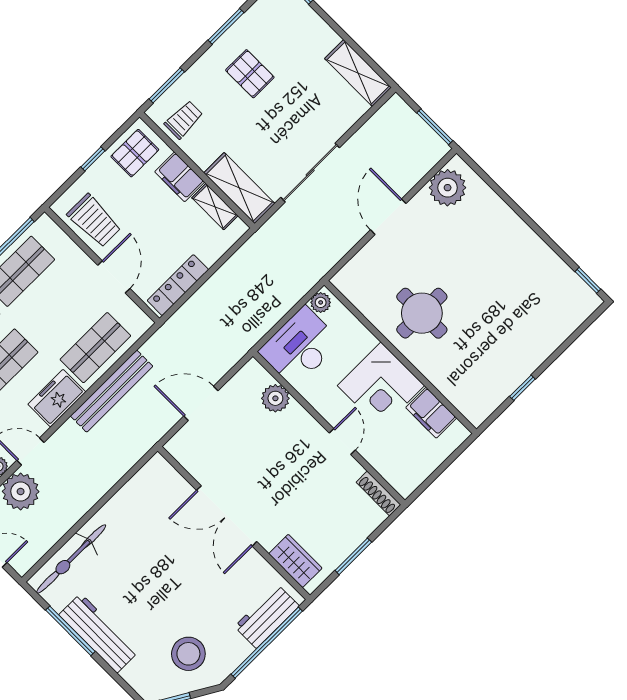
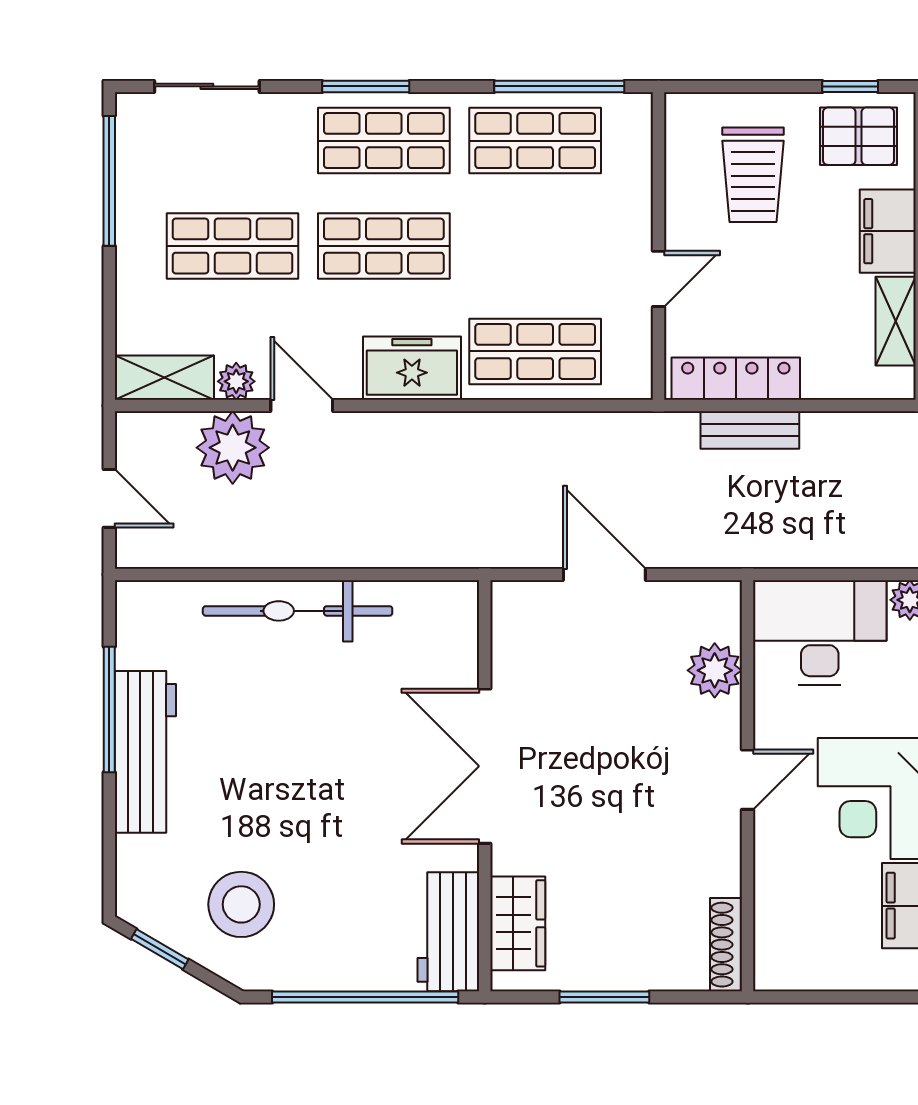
window: (93, 159) -> (850, 86), moved
trolley: (94, 221) -> (753, 175), moved
door: (114, 277) -> (658, 279), width x0.73
bench: (112, 391) -> (750, 430), moved, width x0.54, depth x0.82
door: (342, 442) -> (748, 780), moved
bicycle: (71, 559) -> (298, 611), moved
workbench: (267, 616) -> (448, 932), moved, turned -90

